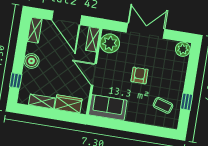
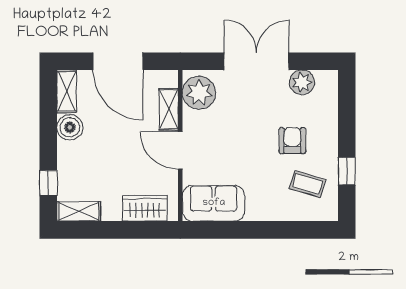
shelving: (93, 39) -> (169, 109), moved
plant: (183, 49) -> (302, 82), moved
boiler: (31, 61) -> (70, 127), moved
armchair: (140, 75) -> (292, 141), moved
shelving: (42, 101) -> (79, 211), moved

